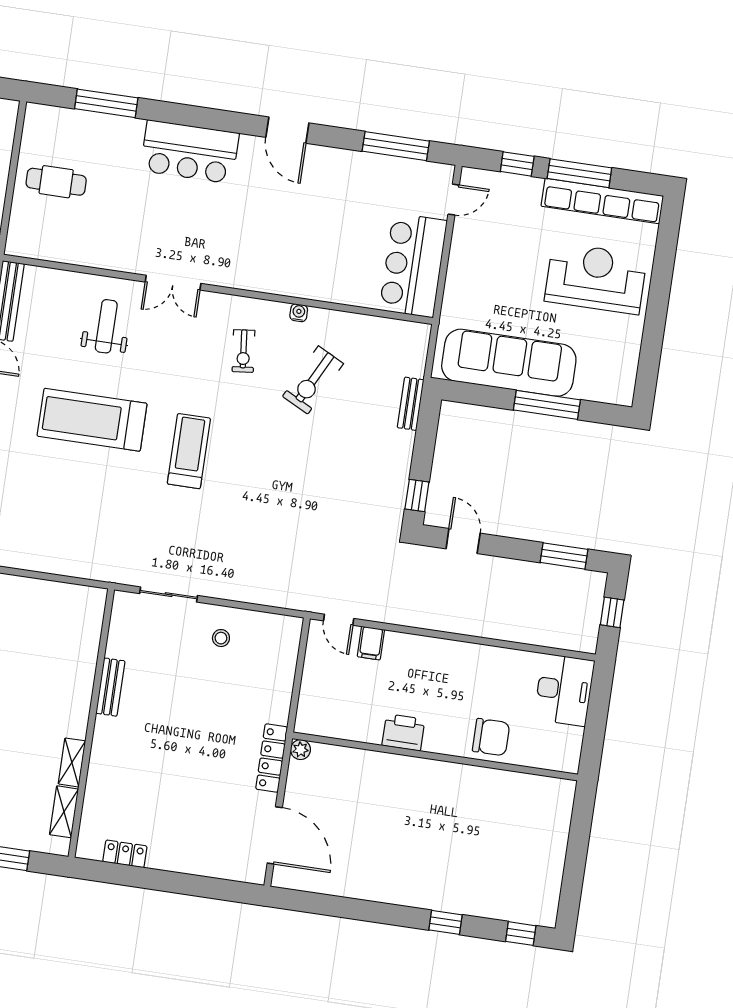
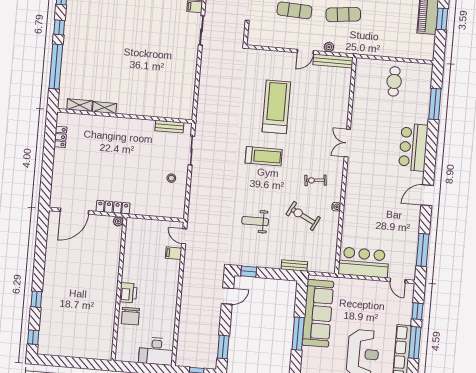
weight bench: (106, 326) -> (255, 221), moved, turned 180
door: (339, 620) -> (184, 236), hinge flipped
bench: (110, 687) -> (169, 127), moved
printer: (403, 732) -> (128, 293), moved

